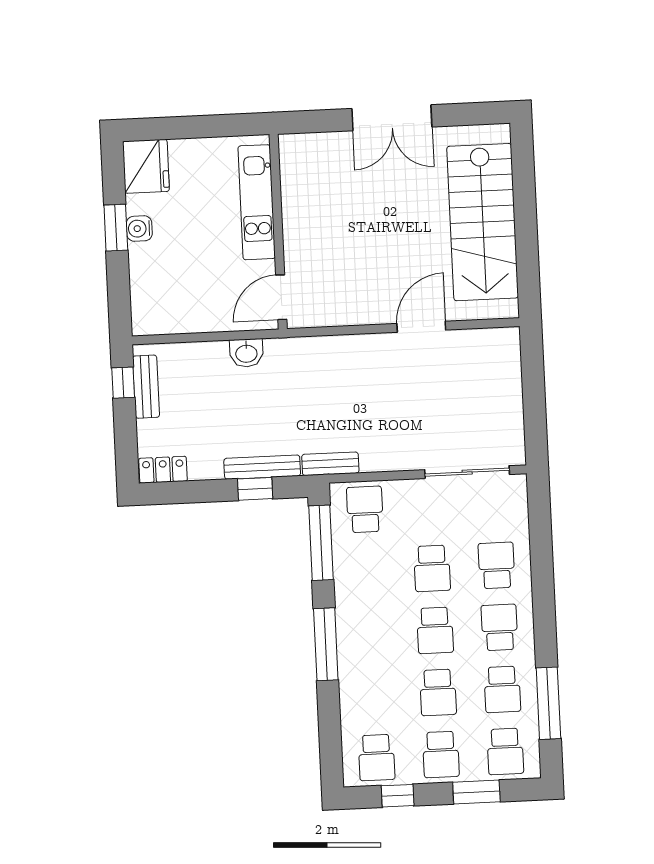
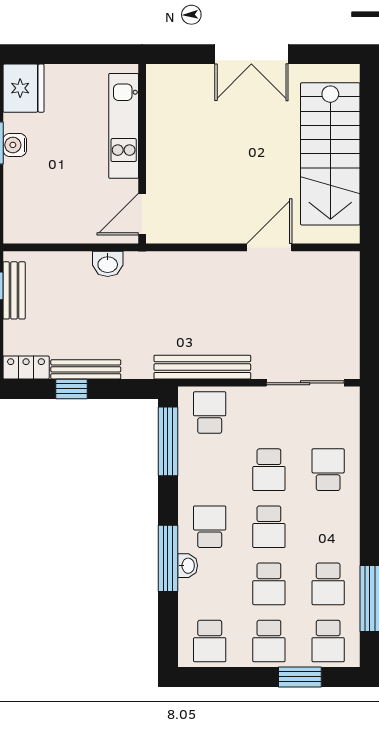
bench: (330, 464) -> (202, 367), width x1.86, depth x1.21
bench: (262, 467) -> (86, 369), moved
window: (255, 489) -> (72, 389), moved
school desk: (499, 627) -> (210, 527), moved
window: (326, 644) -> (168, 558), moved
washbasin: (349, 677) -> (188, 566), added
window: (398, 796) -> (227, 677), removed

